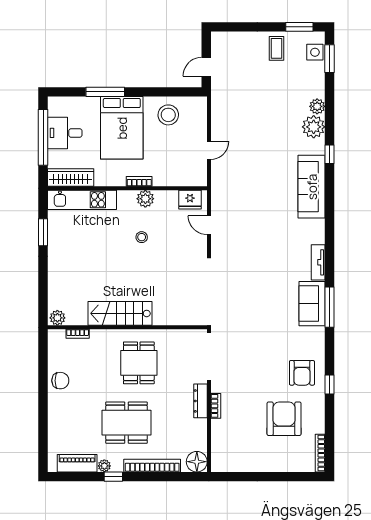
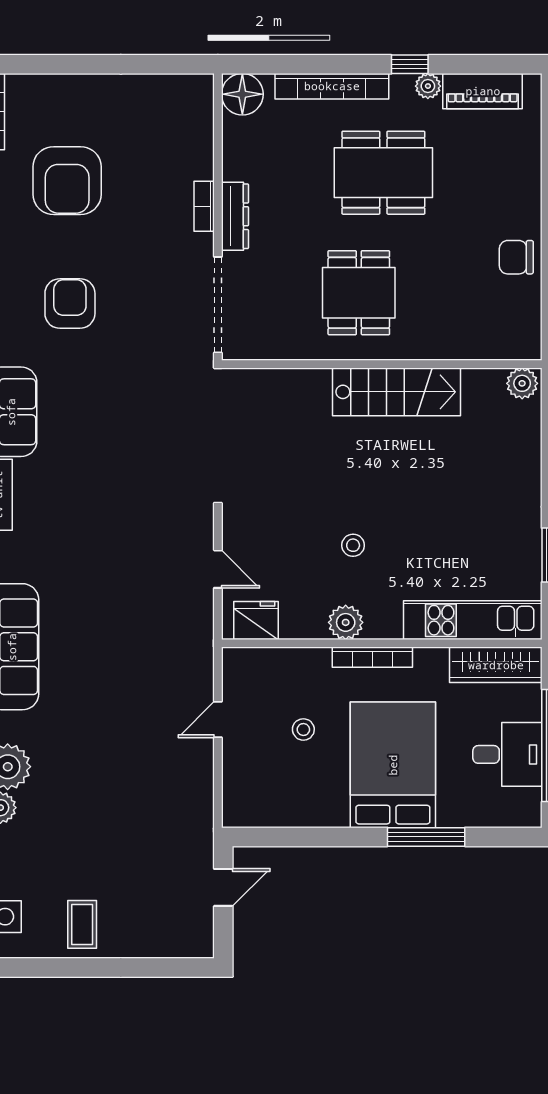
window: (299, 27) -> (36, 967), removed
stool: (168, 115) -> (303, 729), moved, width x0.53, depth x0.53
bookcase: (139, 181) -> (372, 657), width x1.56
bookcase: (78, 334) -> (482, 351), removed
armchair: (302, 373) -> (70, 303), moved

